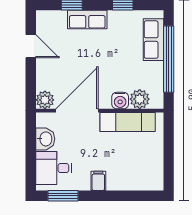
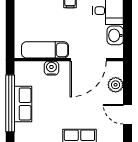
row of seats: (153, 40) -> (23, 104), moved
plant: (140, 99) -> (35, 69), removed
plant: (45, 100) -> (116, 85), moved

